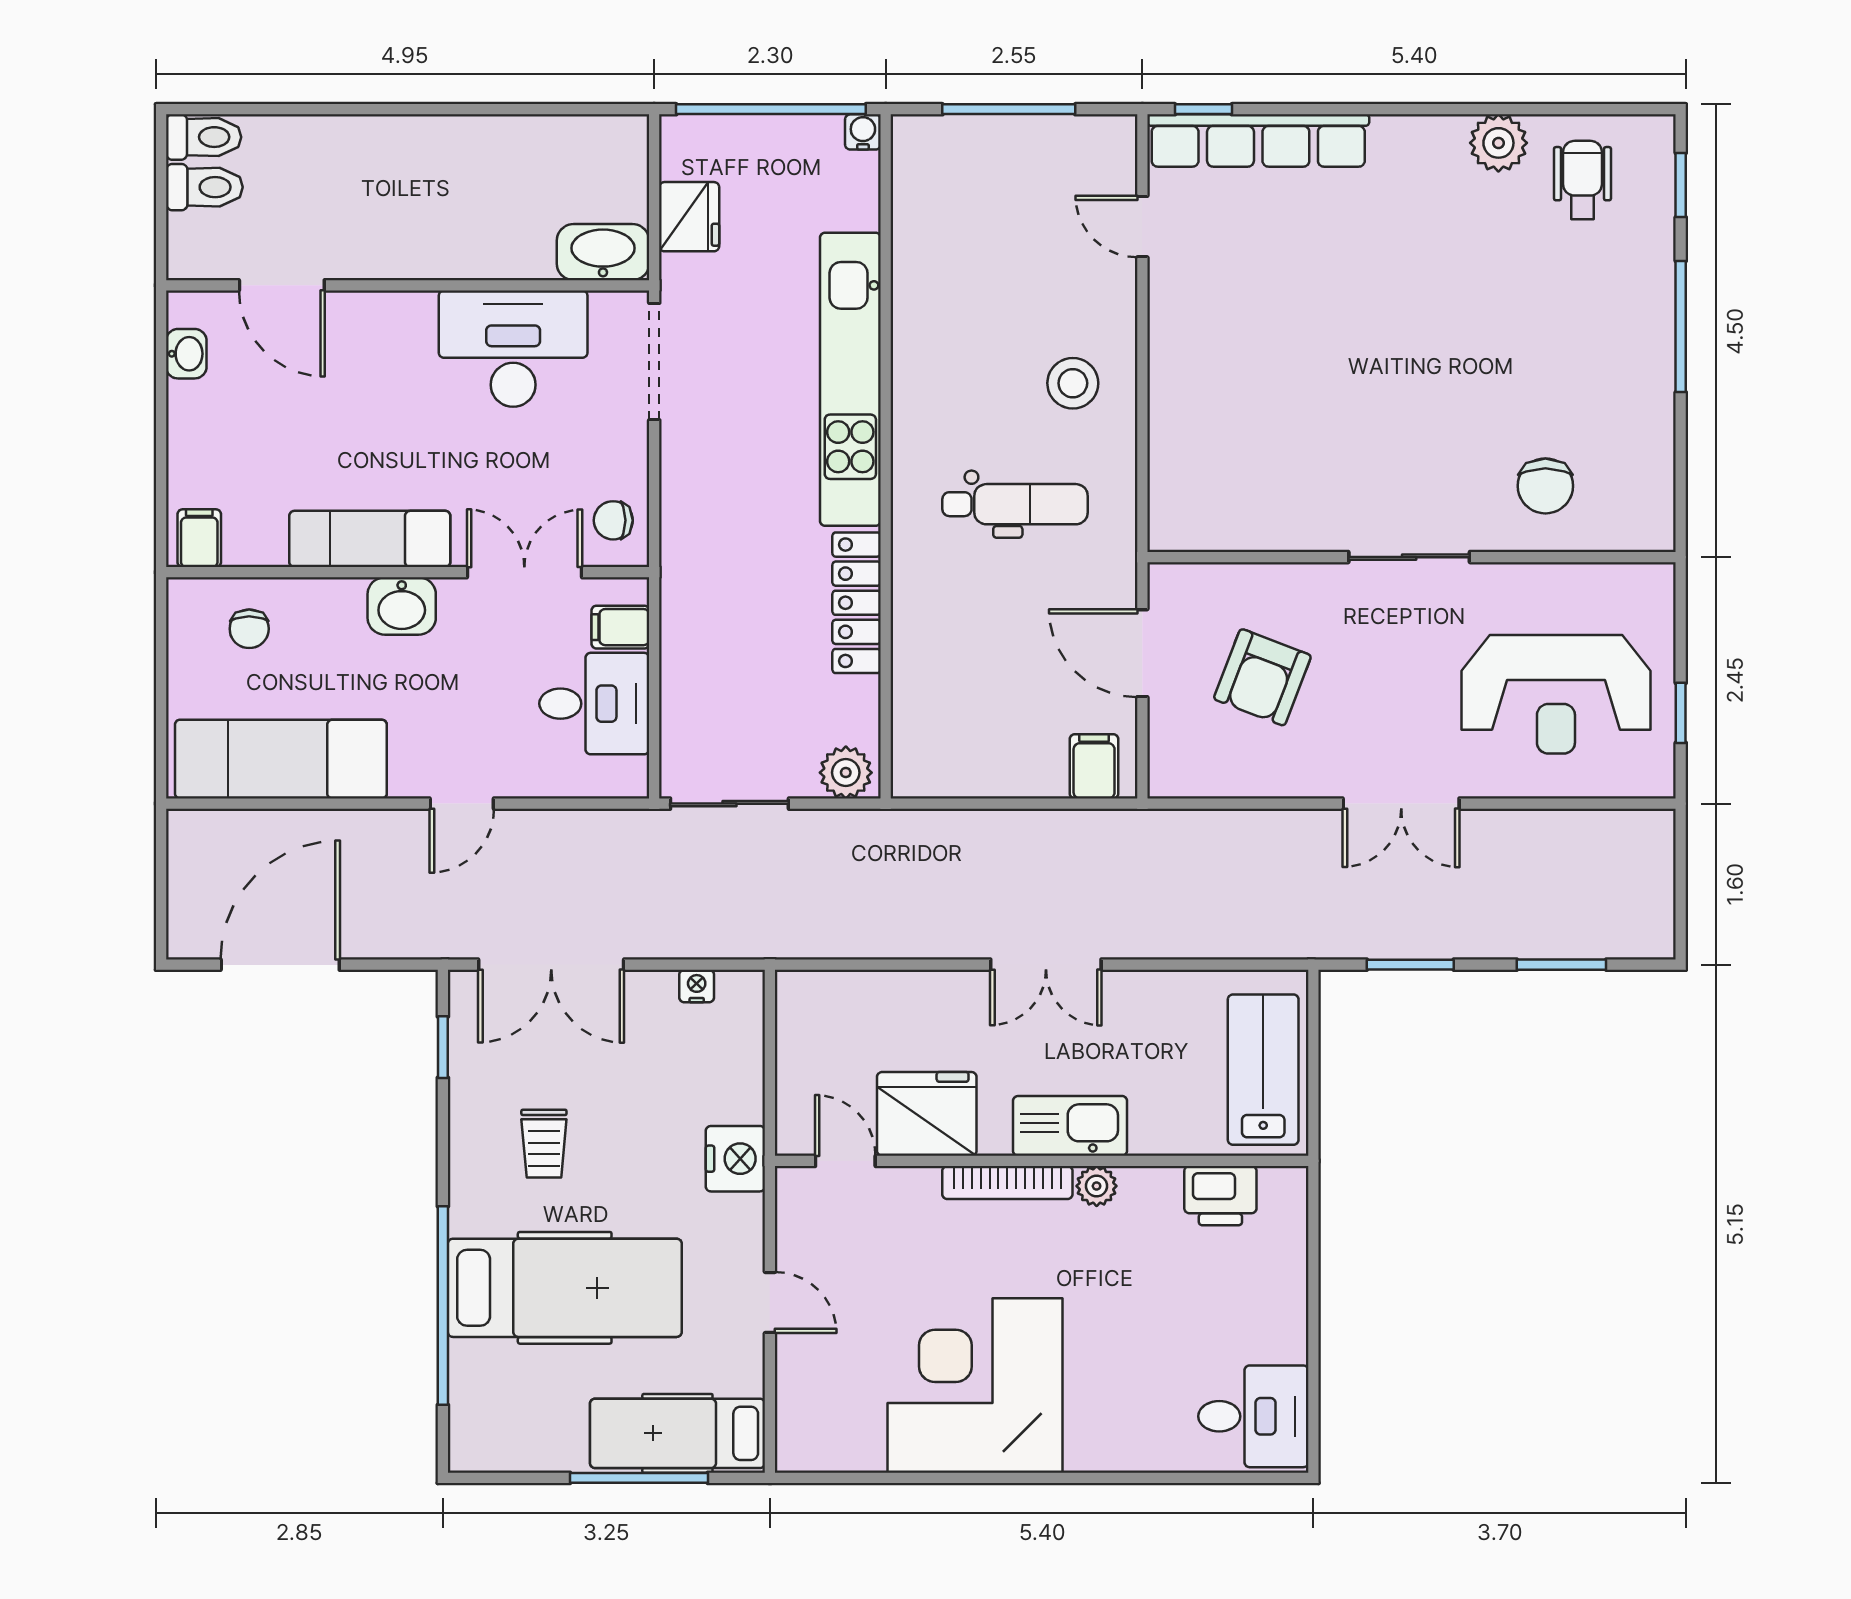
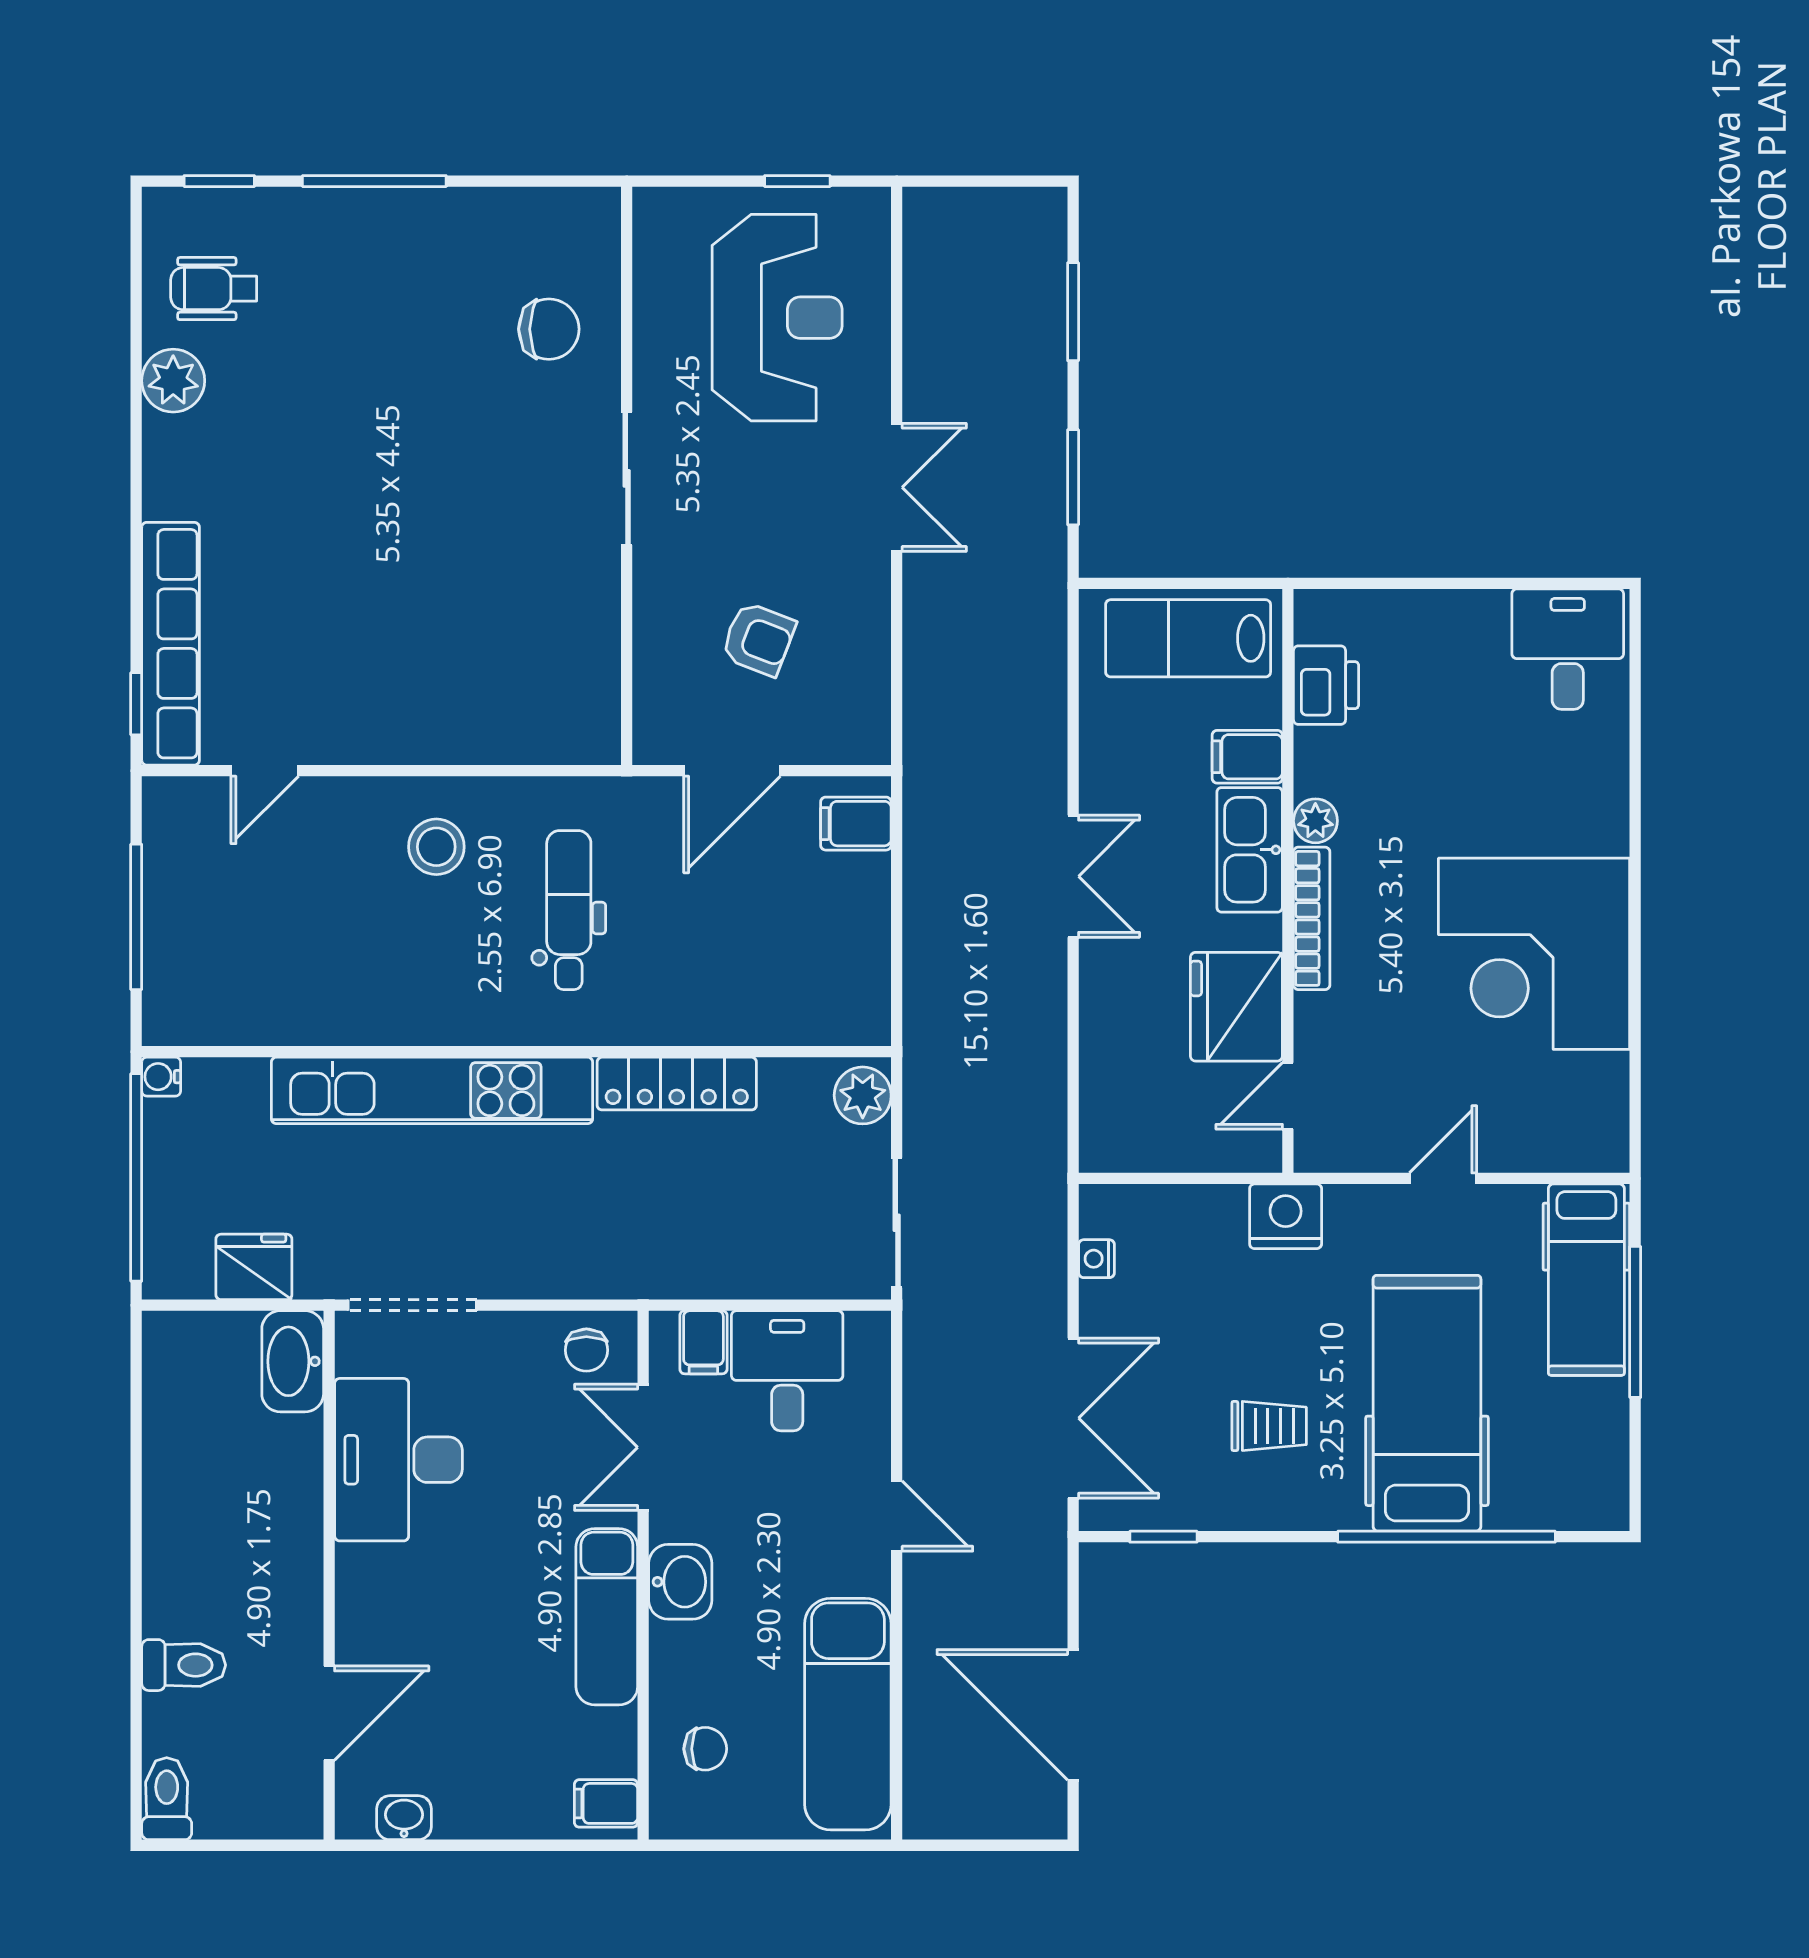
toilet: (204, 187) -> (184, 1665), moved, turned 90
armchair: (1262, 677) -> (758, 639), width x0.72, depth x0.72
filing cabinet: (1155, 1124) -> (1247, 757), added

